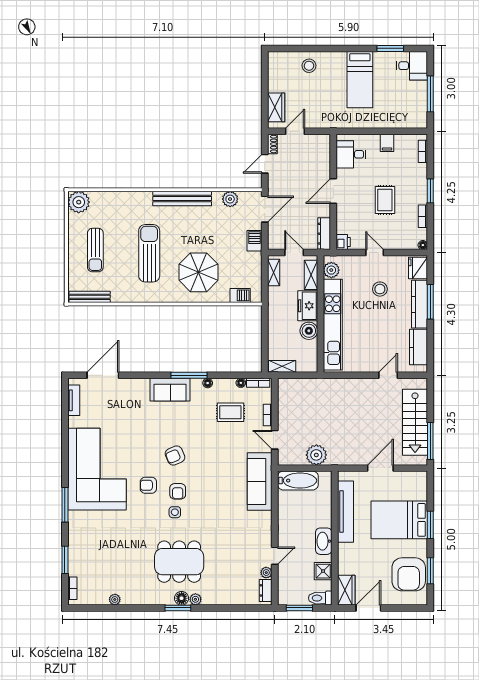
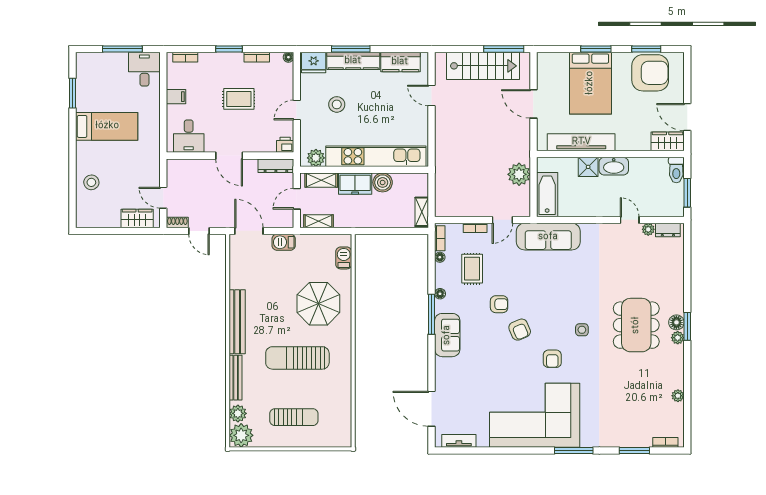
desk: (412, 66) -> (144, 69), moved
plant: (230, 199) -> (238, 413), moved
bench: (90, 297) -> (236, 378), moved
armchair: (178, 491) -> (499, 304), moved
shower: (323, 571) -> (588, 167), moved
plant: (195, 599) -> (678, 338), moved

